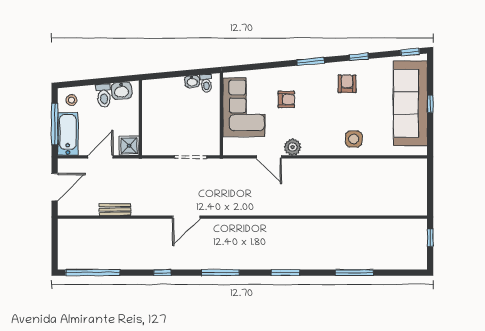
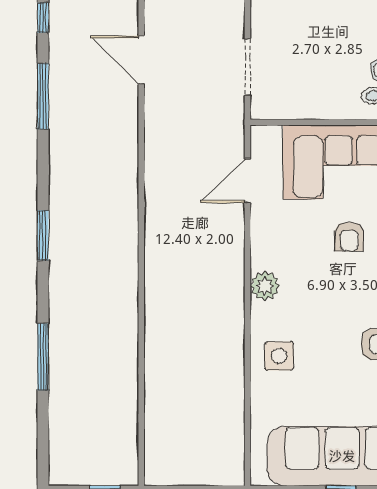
plant: (293, 147) -> (265, 286), moved
door: (269, 157) -> (247, 181), moved
window: (220, 273) -> (43, 96), moved

